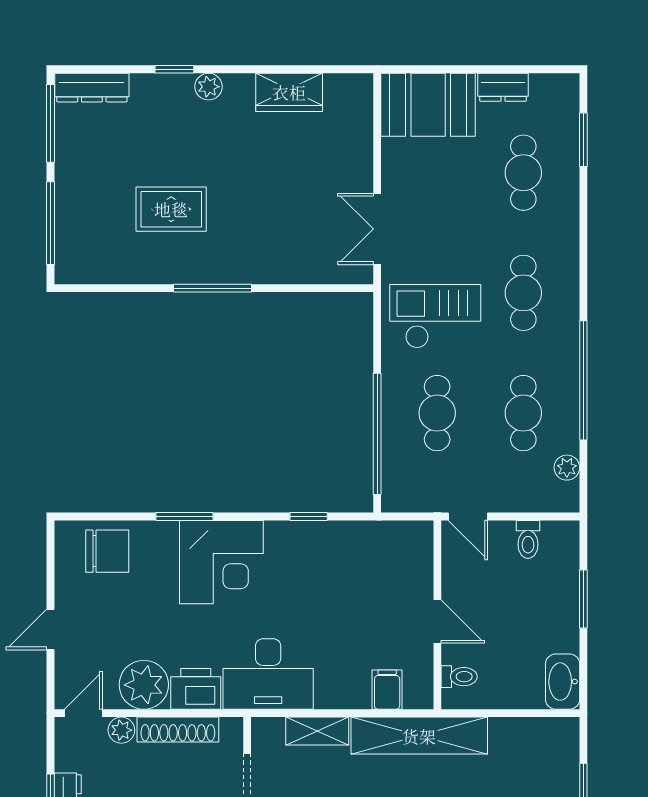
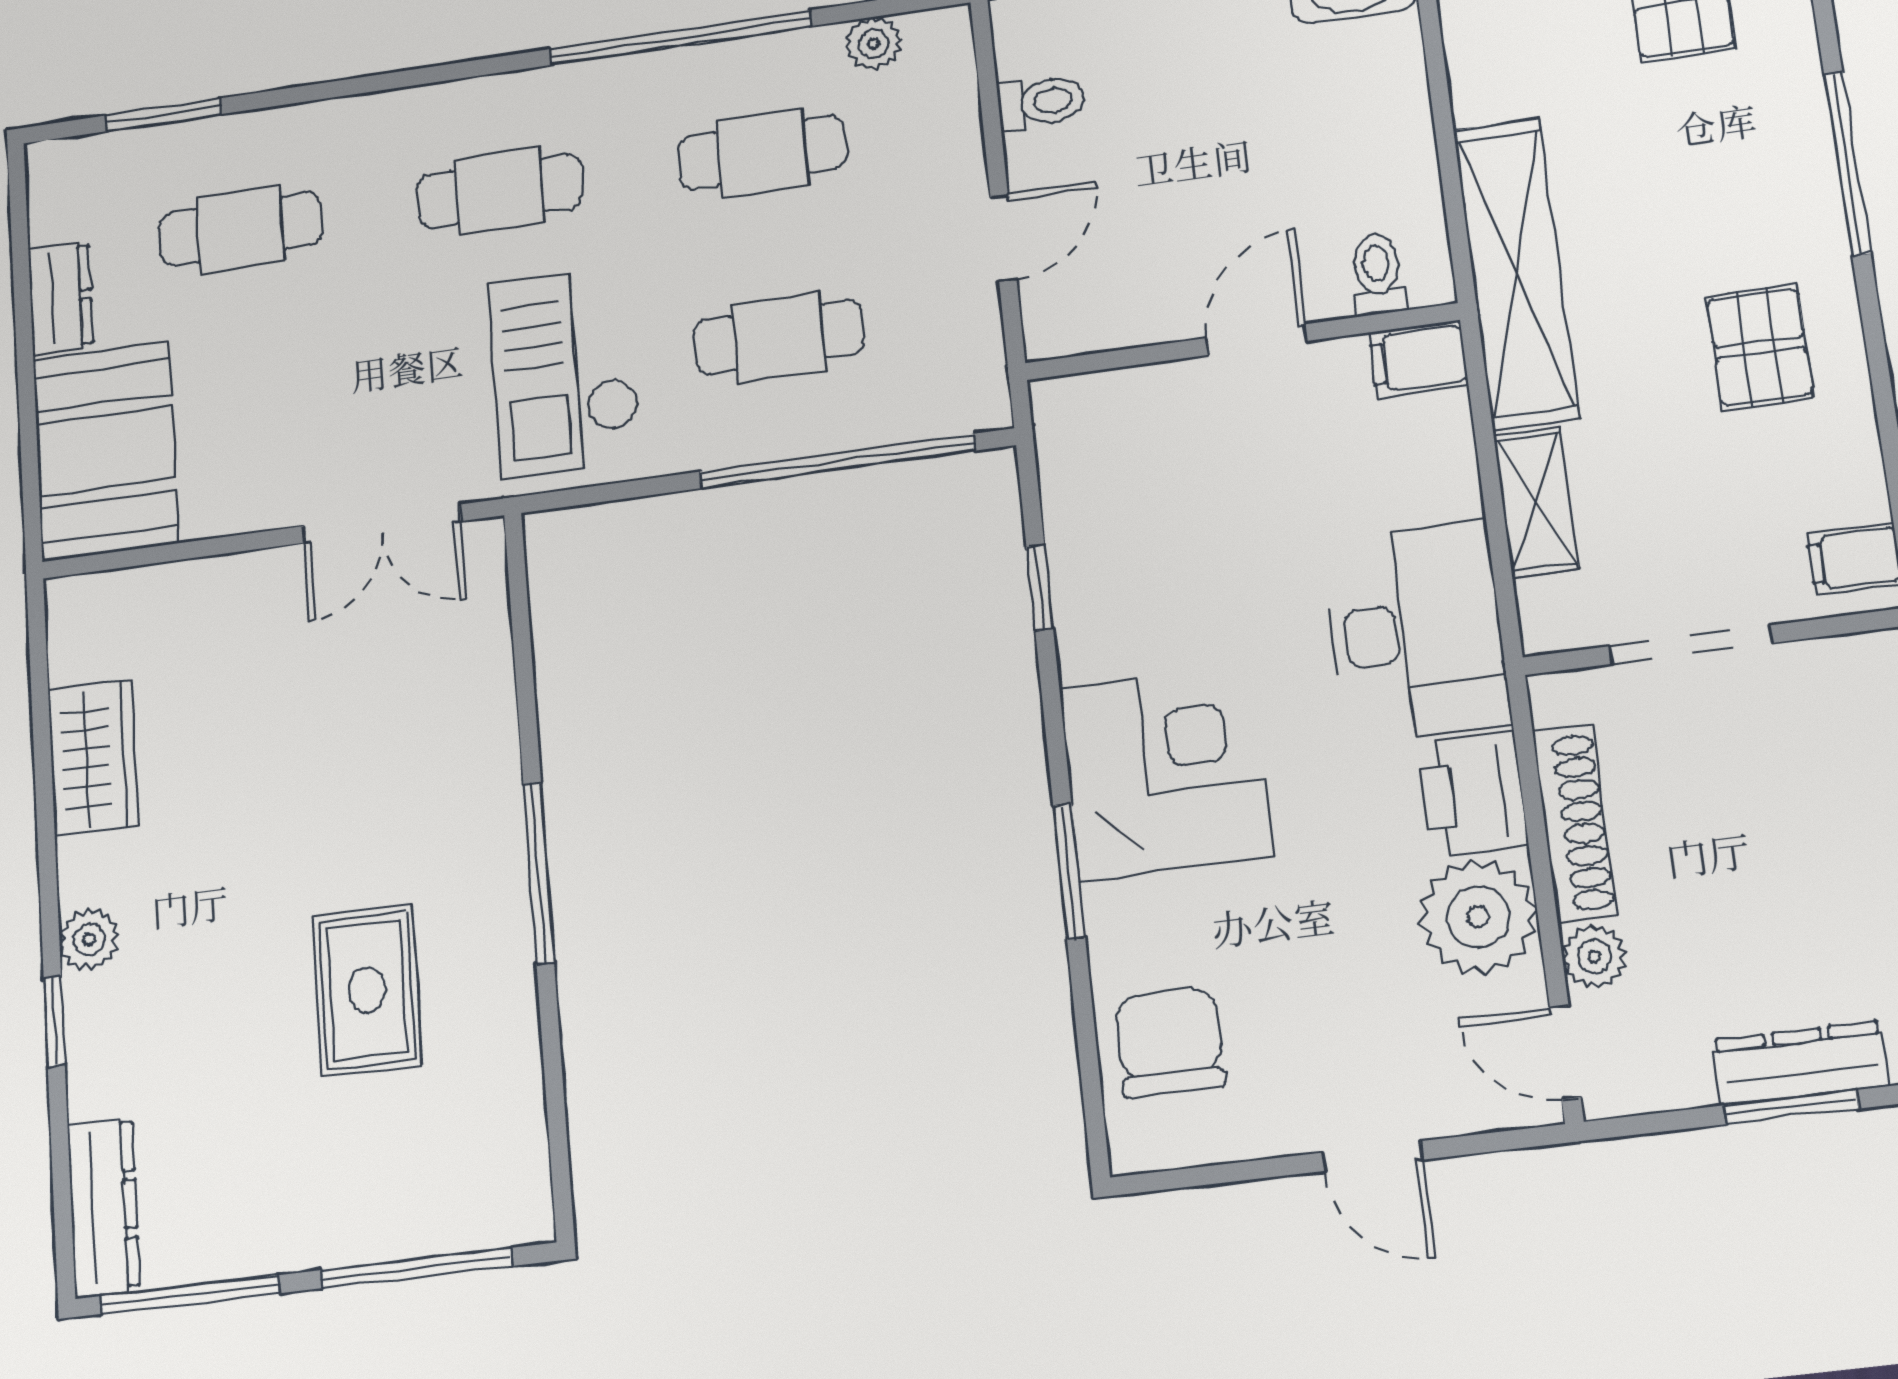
wall: (437, 615) -> (1241, 342), moved
door: (437, 621) -> (1257, 340), moved
toilet: (459, 677) -> (1377, 274), moved

